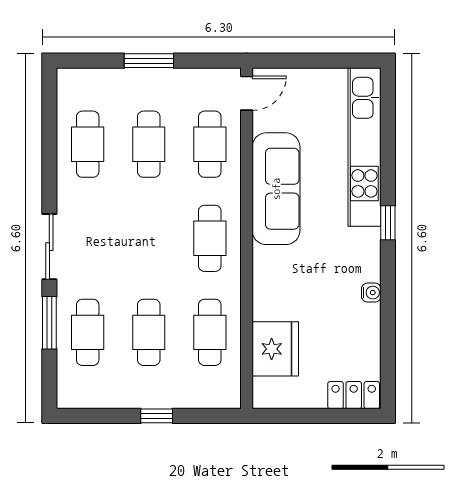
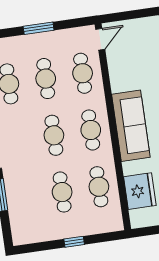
sofa: (276, 189) -> (131, 126), moved
cafe table: (88, 332) -> (54, 135), moved

